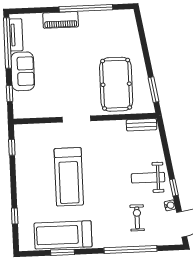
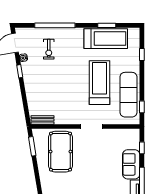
exercise mat: (30, 163) -> (128, 95), added
weight bench: (148, 178) -> (39, 79), removed

